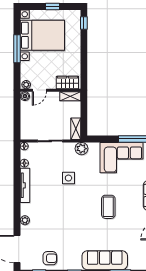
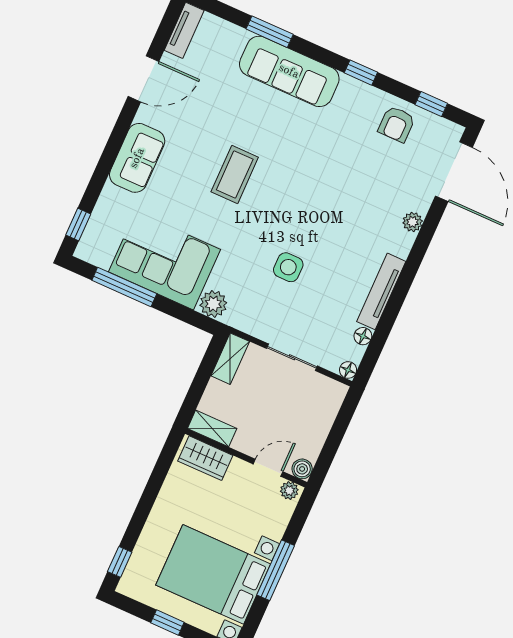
plant: (81, 149) -> (213, 304), moved
armchair: (50, 258) -> (397, 124), turned -90

